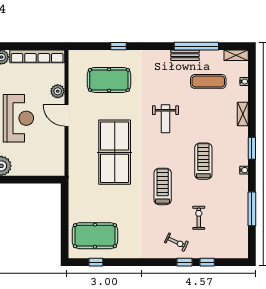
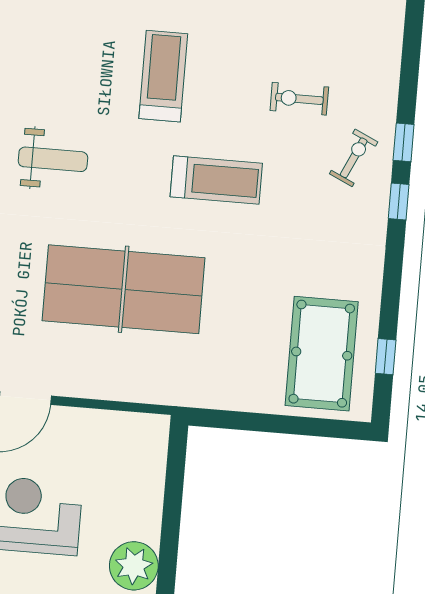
treadmill: (203, 161) -> (163, 76), turned 90
treadmill: (163, 186) -> (216, 180), turned 180
window: (207, 262) -> (399, 202), moved

